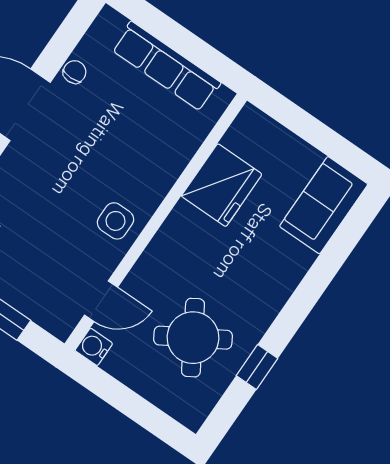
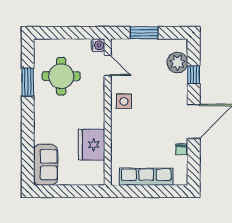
door: (101, 301) -> (108, 65), swing flipped
round table: (193, 338) -> (61, 76), turned 31
window: (257, 367) -> (28, 82), width x1.50

